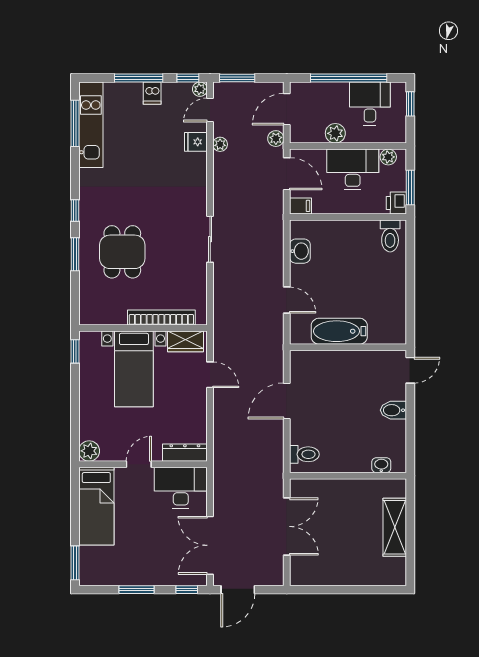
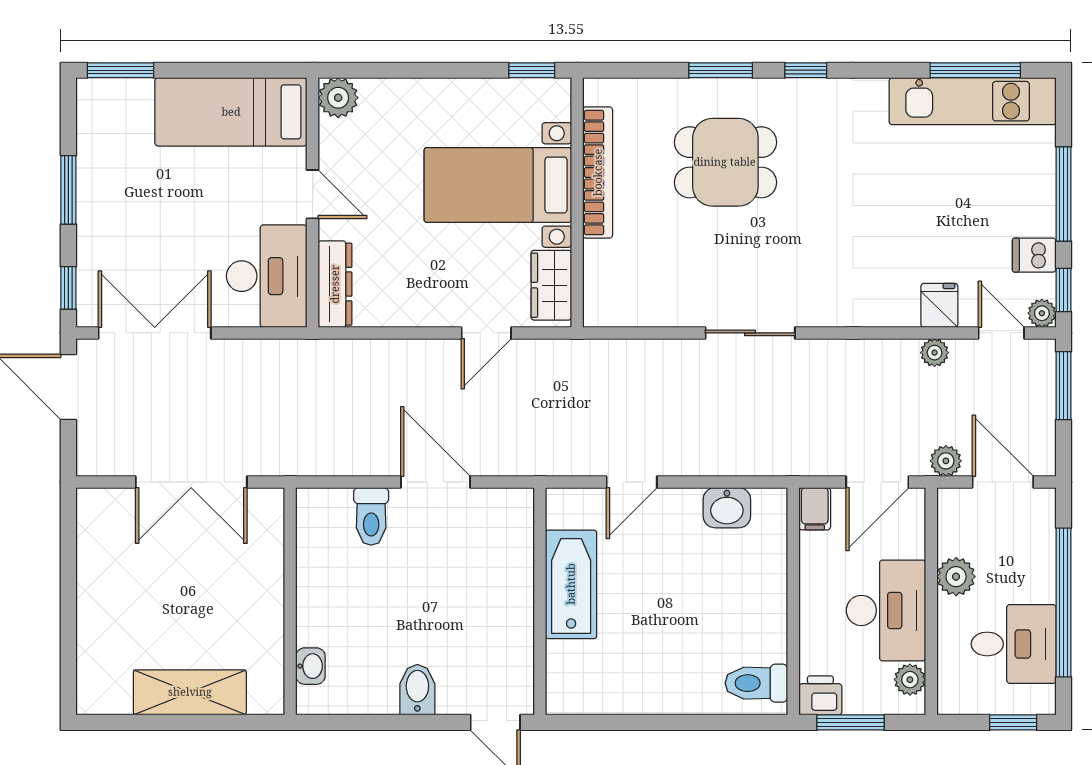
dishwasher: (152, 93) -> (1034, 255), moved
bookcase: (161, 318) -> (598, 172), moved
toilet: (304, 454) -> (371, 516), moved

